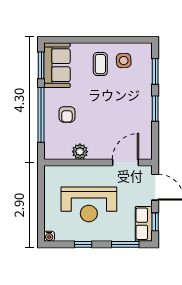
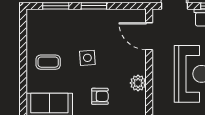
side table: (124, 61) -> (87, 58), moved

